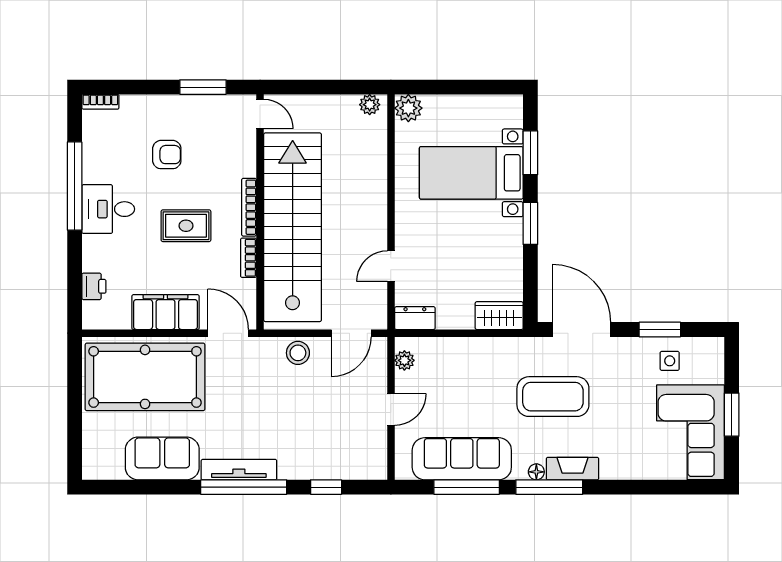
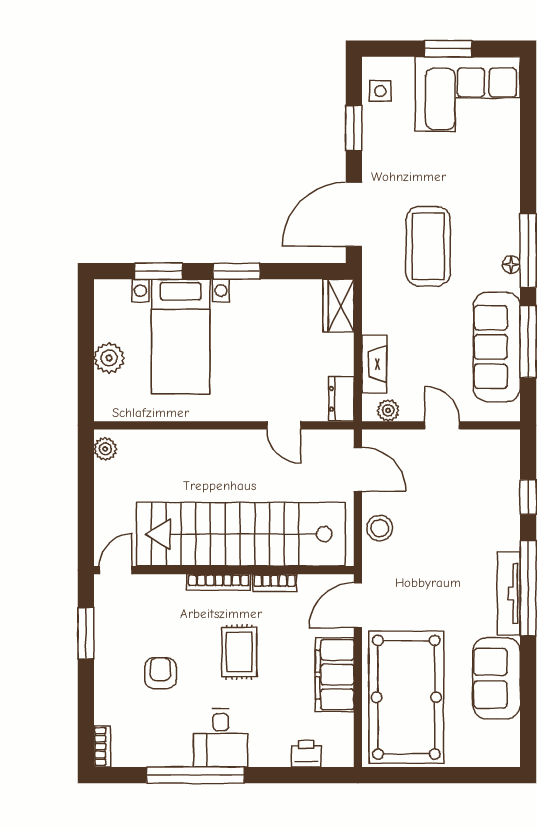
plant: (408, 108) -> (109, 358), moved
side table: (670, 361) -> (380, 91), moved
fireplace: (573, 469) -> (374, 364), moved, turned 180

